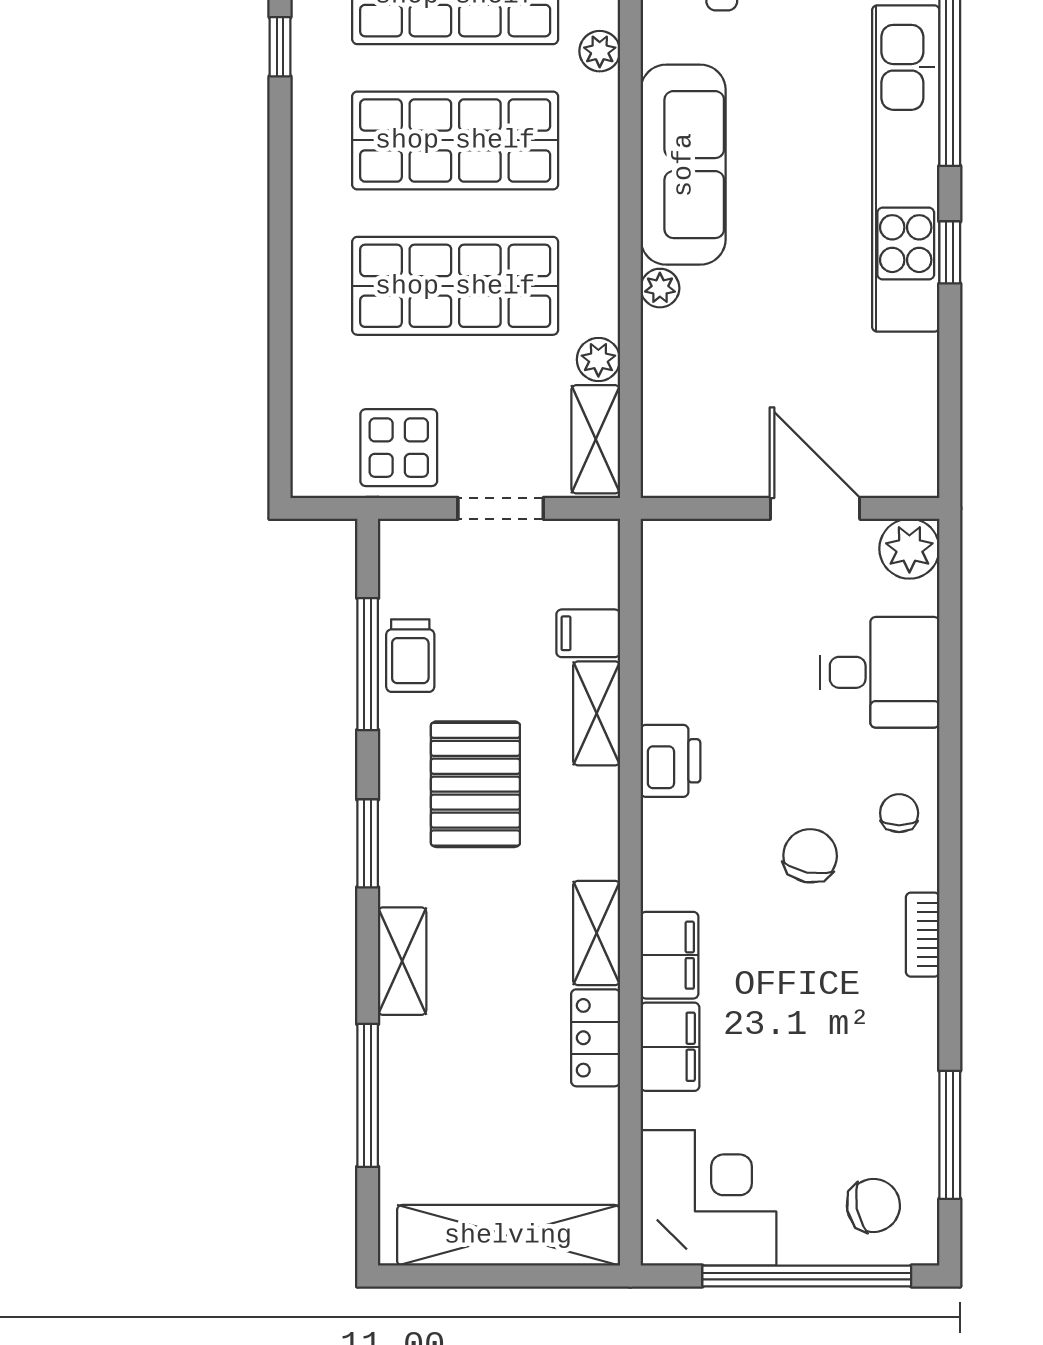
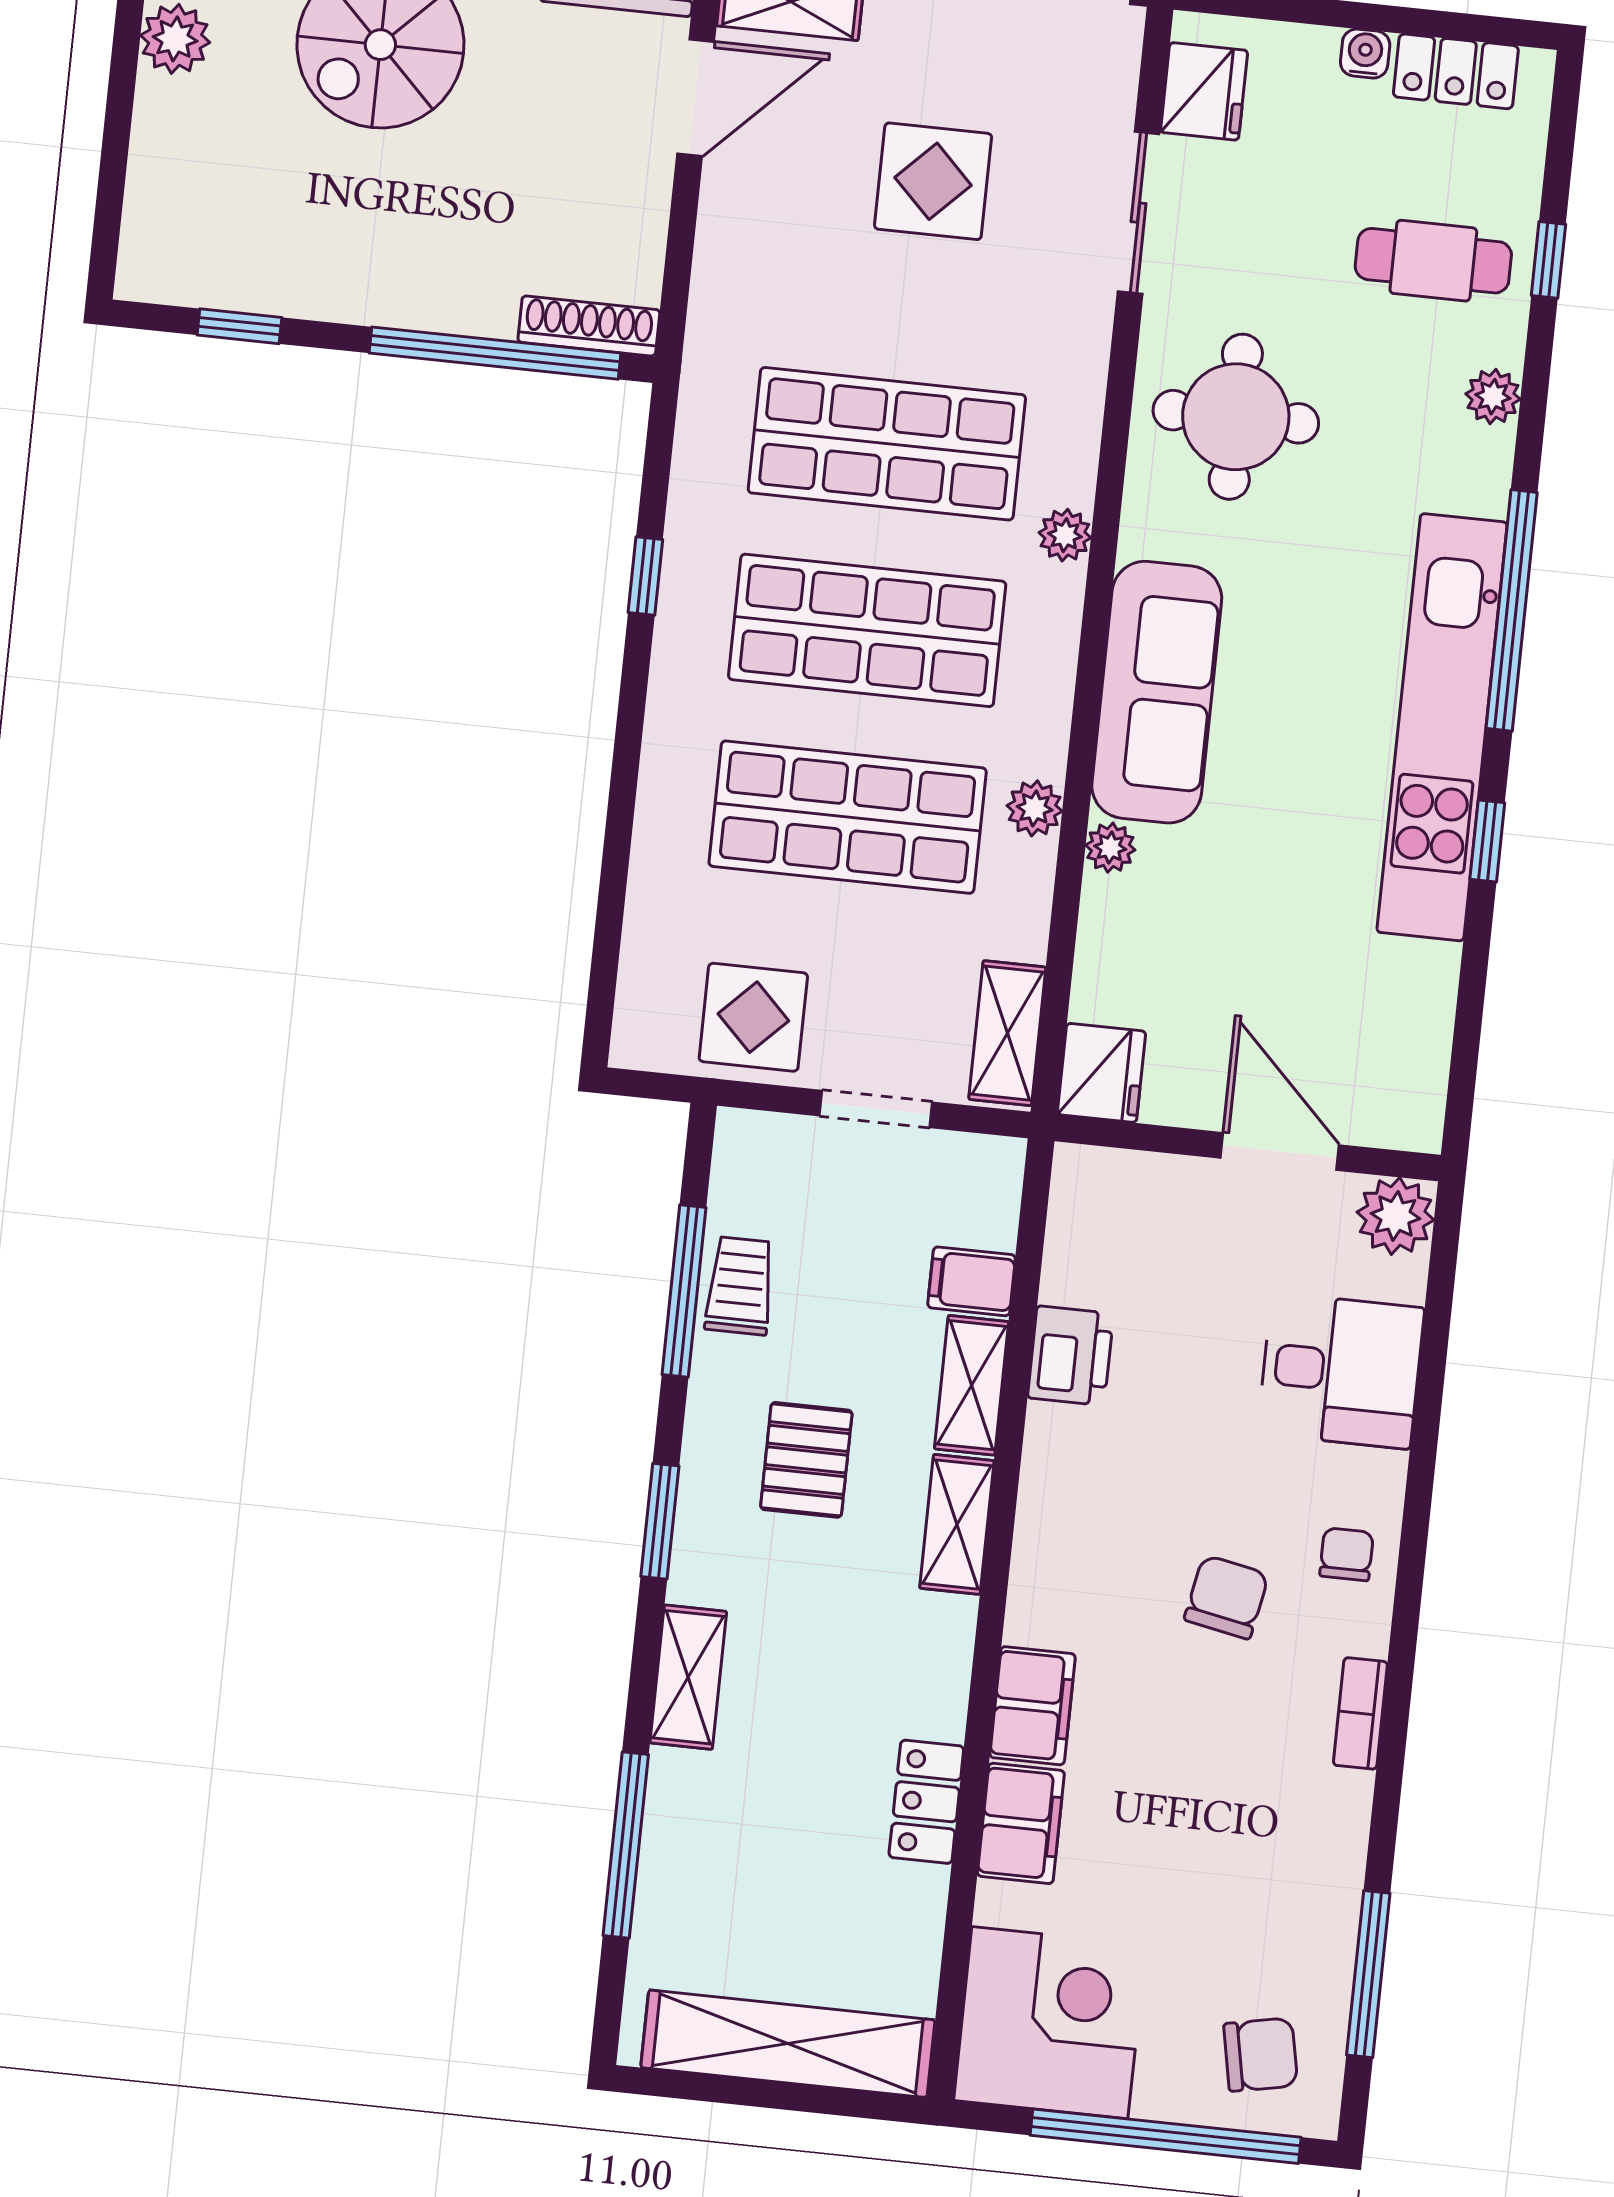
window: (280, 47) -> (645, 576), moved
plant: (598, 359) -> (1035, 808), moved
fridge: (671, 462) -> (1101, 1073), added
trolley: (410, 656) -> (740, 1286), turned 180
printer: (670, 761) -> (1071, 1356), moved
pallet: (475, 784) -> (806, 1460), width x0.67, depth x0.71
shelving: (597, 933) -> (957, 1524), moved

